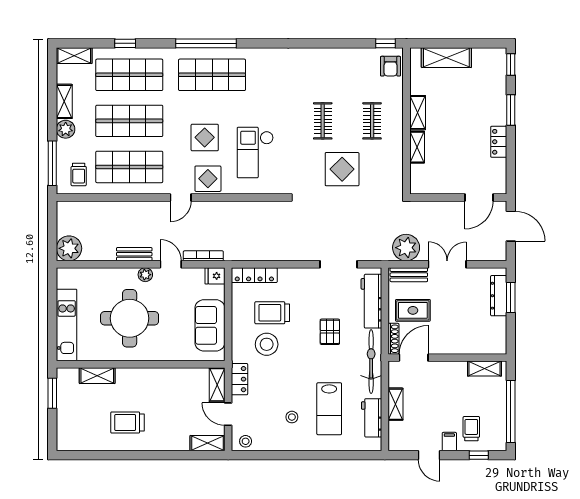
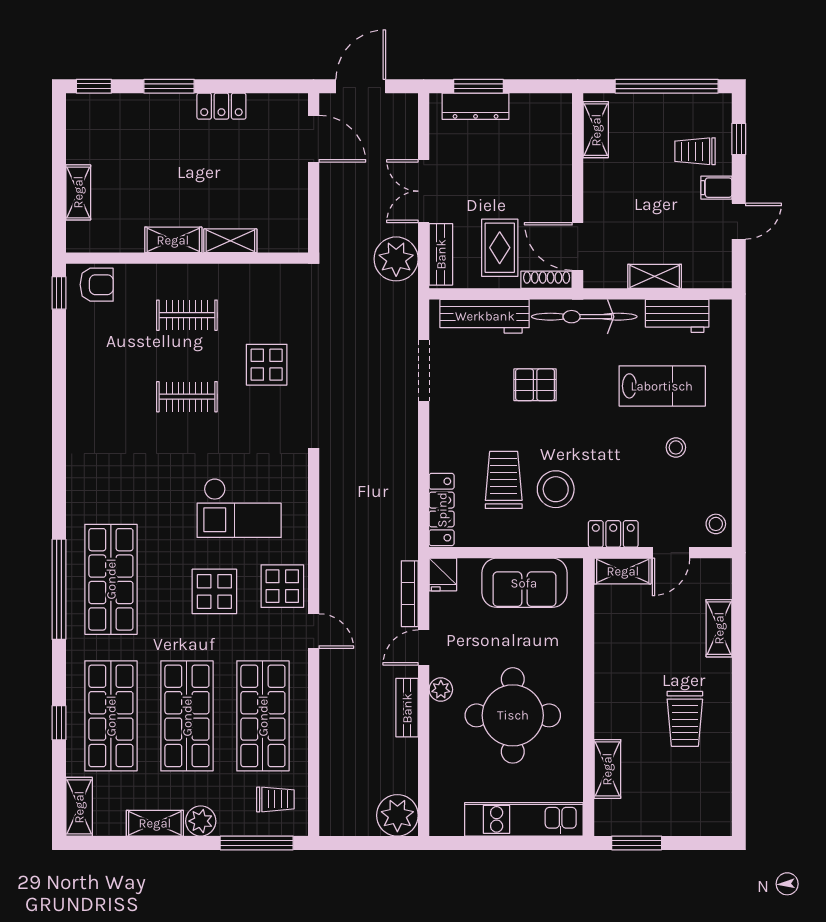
shelving: (446, 58) -> (78, 192), width x0.67, depth x0.75
display table: (342, 169) -> (267, 365), width x0.73, depth x0.73
trolley: (272, 313) -> (504, 480), turned 180
shelving: (208, 443) -> (719, 628), moved

